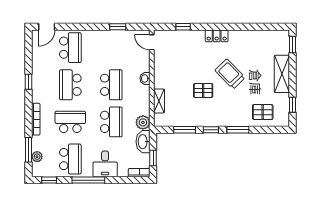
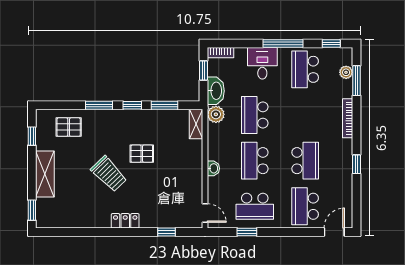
shelving: (159, 101) -> (196, 124), moved
school desk: (70, 122) -> (255, 206), moved

